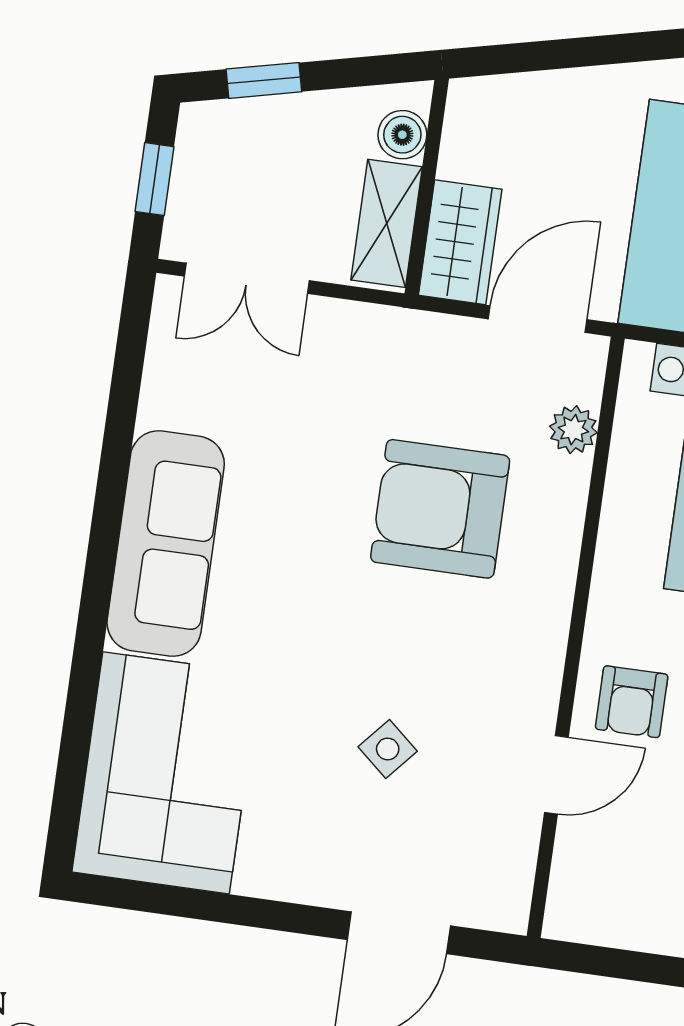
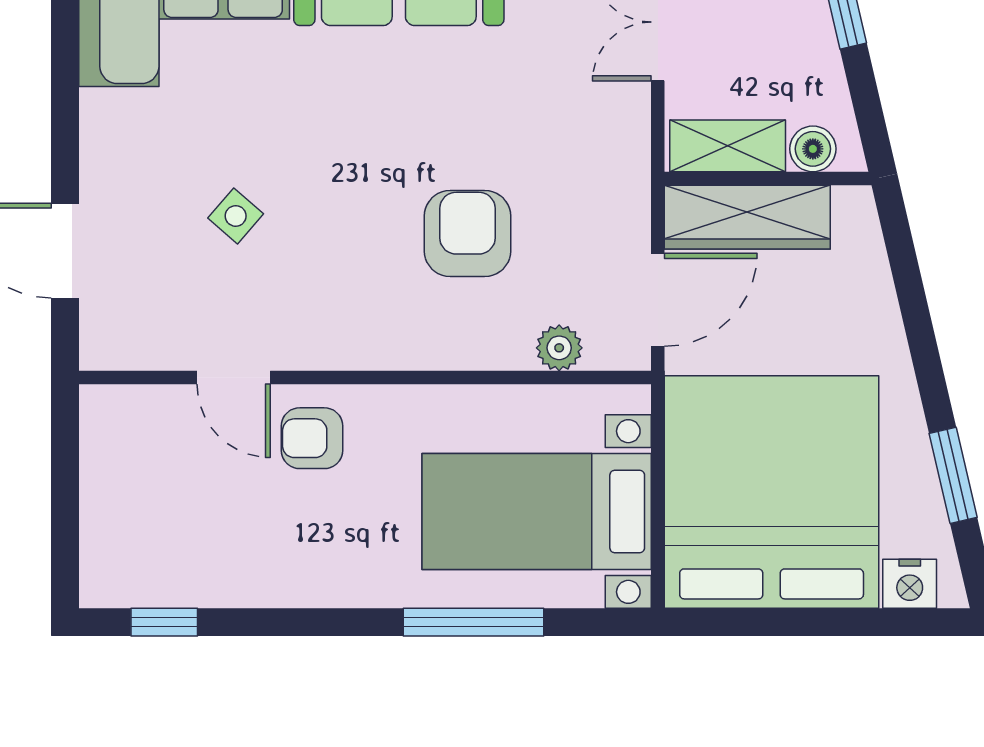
wardrobe: (460, 242) -> (747, 217), width x1.50
door: (538, 319) -> (658, 300), hinge flipped
armchair: (440, 509) -> (467, 234), width x0.73, depth x0.73

